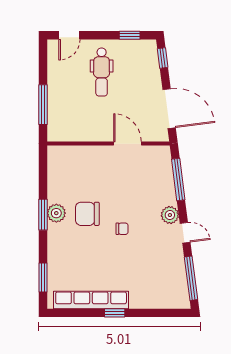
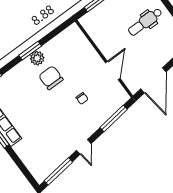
plant: (170, 215) -> (88, 129), removed
chair: (122, 229) -> (82, 98), moved

